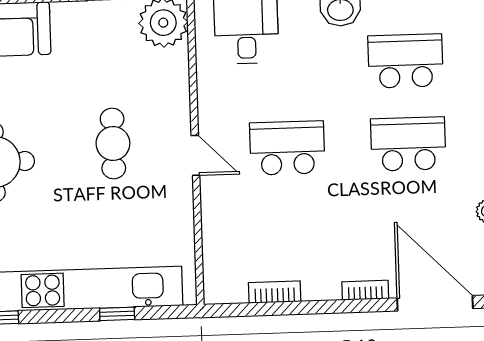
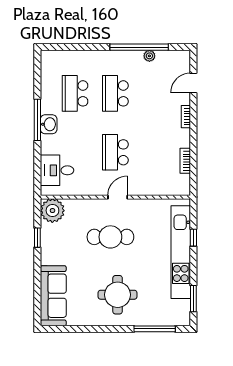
cafe table: (113, 143) -> (110, 237), width x1.37, depth x1.35
door: (435, 303) -> (193, 83), width x0.53

